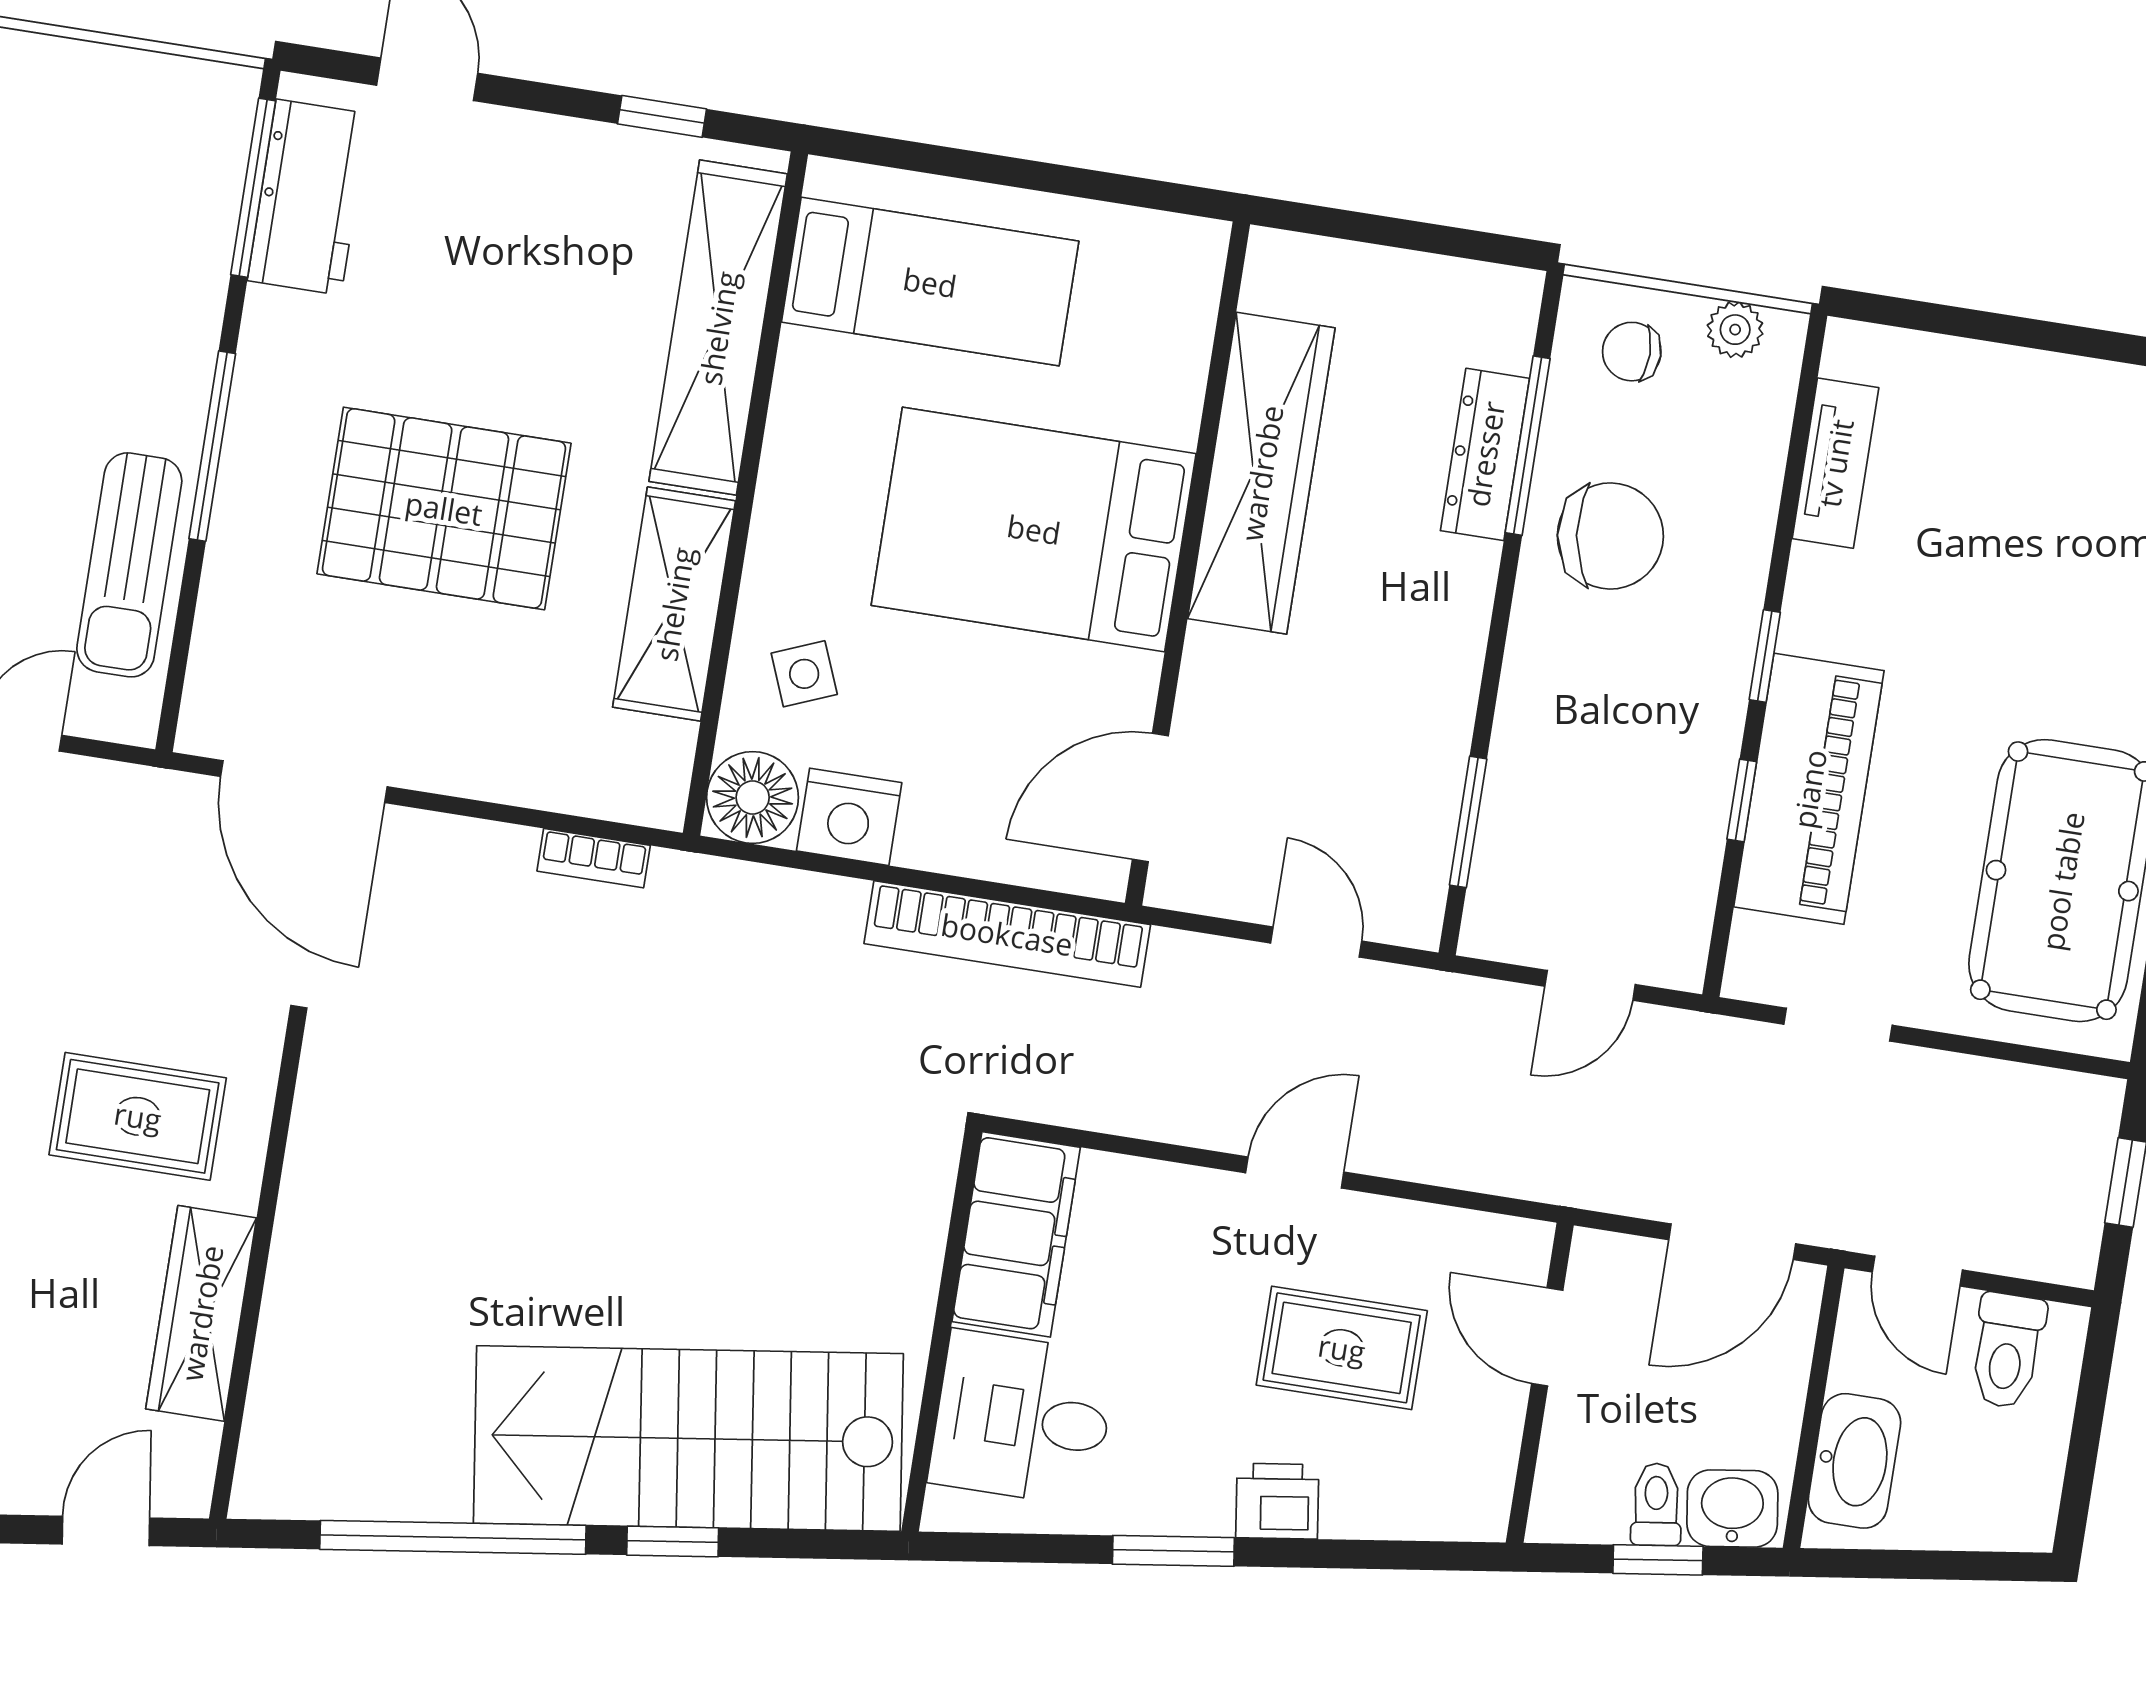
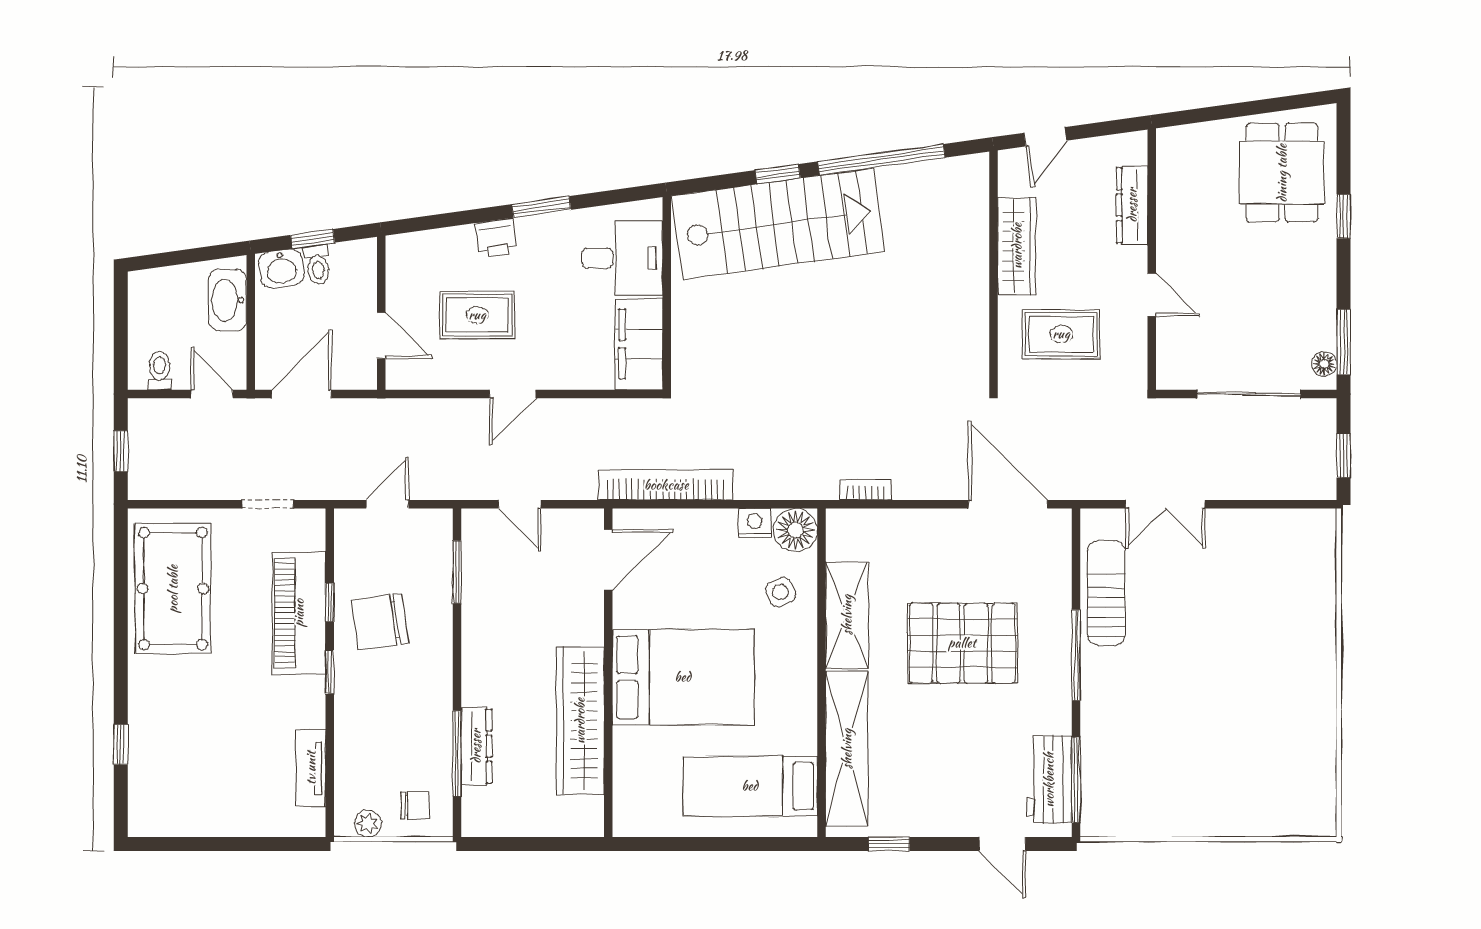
chair: (1610, 536) -> (380, 622), moved
nightstand: (849, 817) -> (755, 523), width x0.74, depth x0.75
toilet: (2007, 1351) -> (159, 371), width x0.73, depth x0.72

